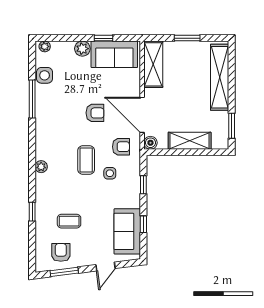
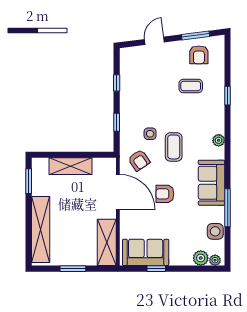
plant: (82, 49) -> (201, 258), moved
boiler: (150, 143) -> (110, 164), removed
armchair: (121, 147) -> (139, 160), turned -124
sofa: (127, 231) -> (212, 183), moved, turned 180

